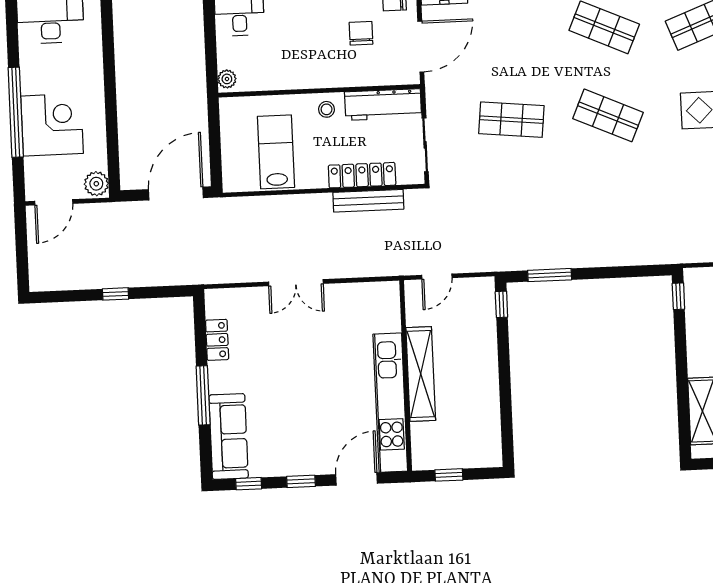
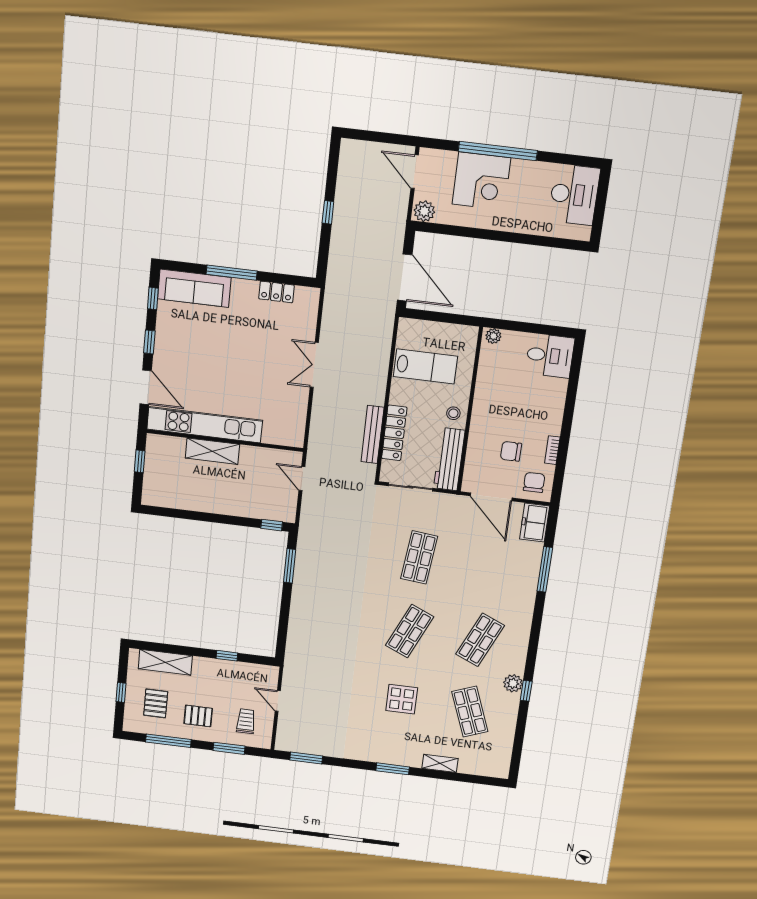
chair: (361, 33) -> (511, 451), turned 180
window: (678, 296) -> (227, 656), moved
shelving: (421, 374) -> (212, 451), width x0.68

